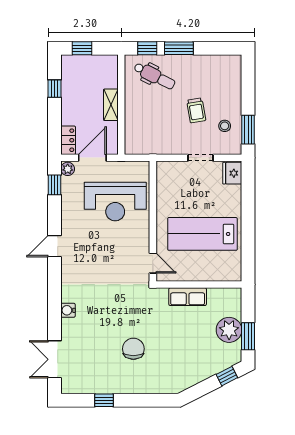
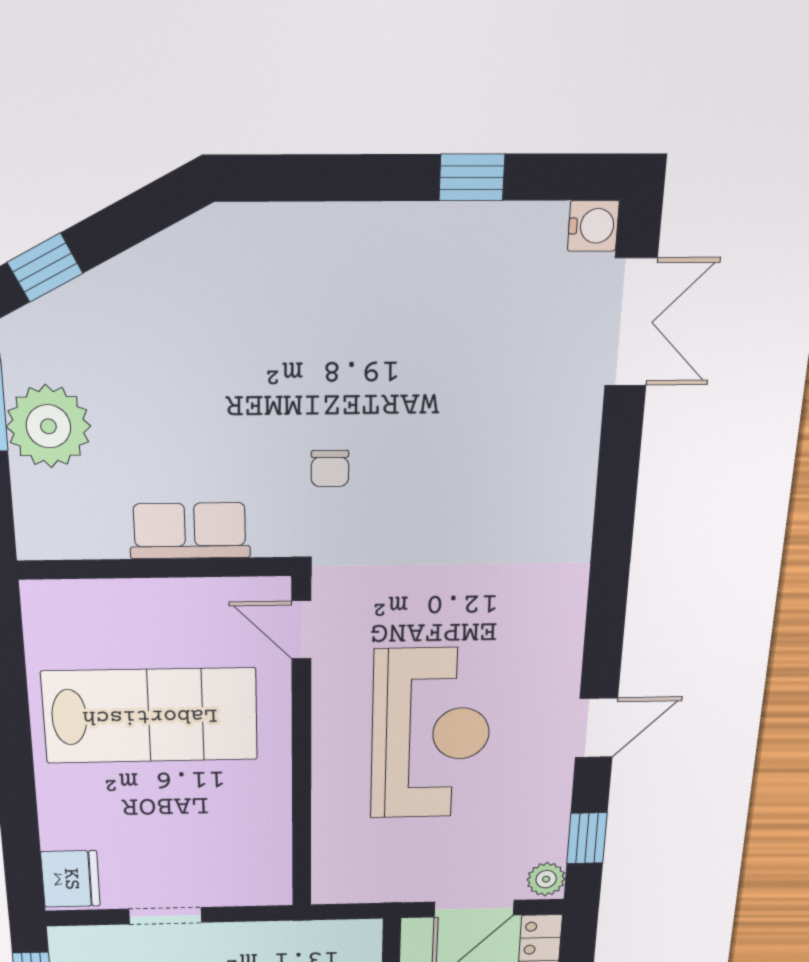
reception desk: (115, 202) -> (431, 734), moved, turned 90
door: (55, 246) -> (596, 728), moved
water cooler: (68, 310) -> (593, 226), moved
chair: (133, 349) -> (330, 469), moved, width x0.54, depth x0.54

